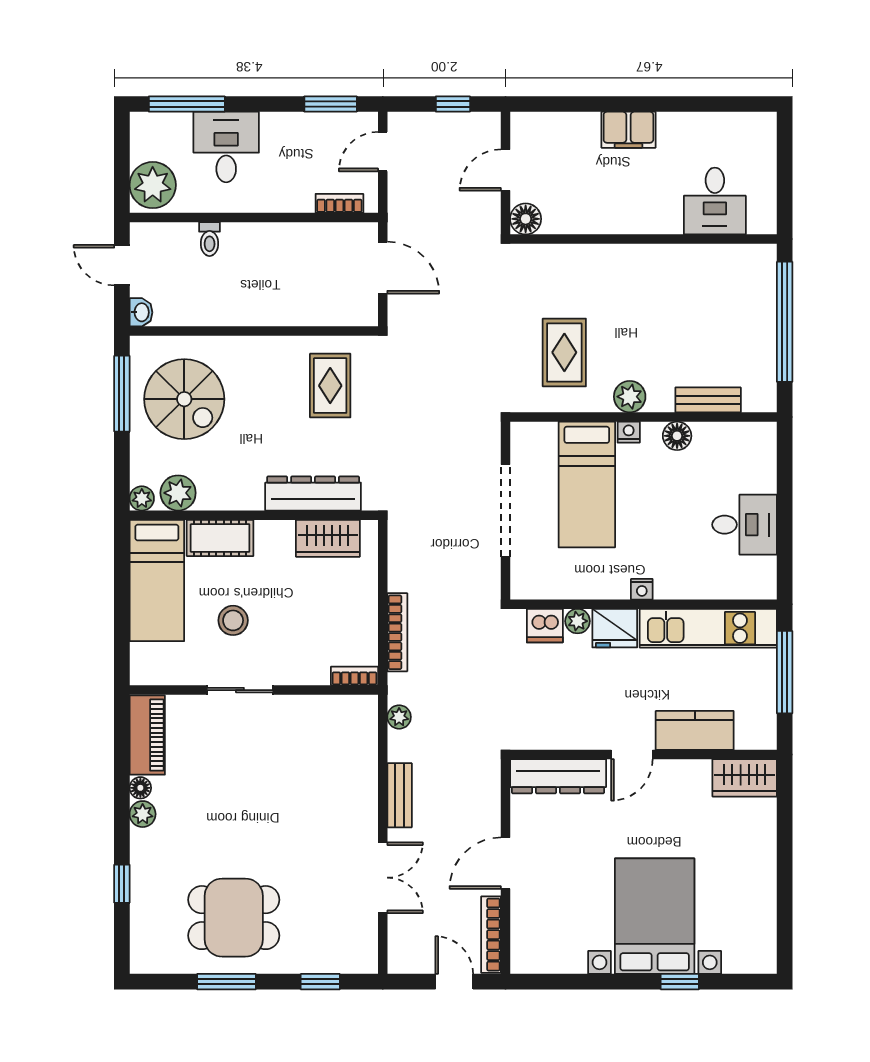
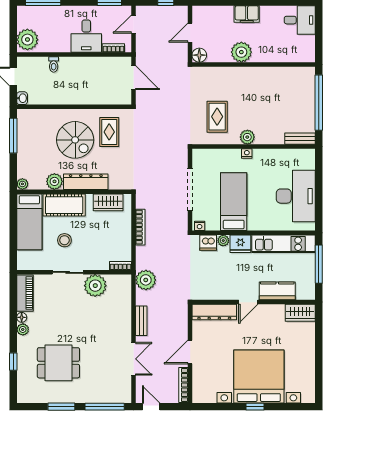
desk: (226, 147) -> (86, 36), moved, turned 180
desk: (715, 201) -> (300, 20), moved, turned -90
plant: (617, 212) -> (241, 52), added
spiral stairs: (184, 399) -> (75, 140), moved
bench: (708, 400) -> (300, 139), moved
floor lamp: (677, 436) -> (269, 155), removed
bed: (587, 485) -> (234, 202), moved, turned 180
plant: (178, 493) -> (54, 181), moved
dresser: (313, 494) -> (86, 182), moved
desk: (745, 525) -> (296, 196), width x1.87, depth x1.30
cot: (220, 538) -> (64, 205), width x1.37, depth x1.34
nightstand: (642, 589) -> (200, 226), moved
bookcase: (397, 632) -> (140, 227), moved
plant: (399, 717) -> (146, 280), width x1.87, depth x1.87
plant: (300, 719) -> (95, 286), added
bed with nightstands: (655, 916) -> (259, 377), width x1.36
dining table: (234, 918) -> (58, 363), moved
window: (320, 982) -> (105, 407), width x2.17
door: (454, 982) -> (151, 407), moved
window: (680, 982) -> (255, 407), moved

